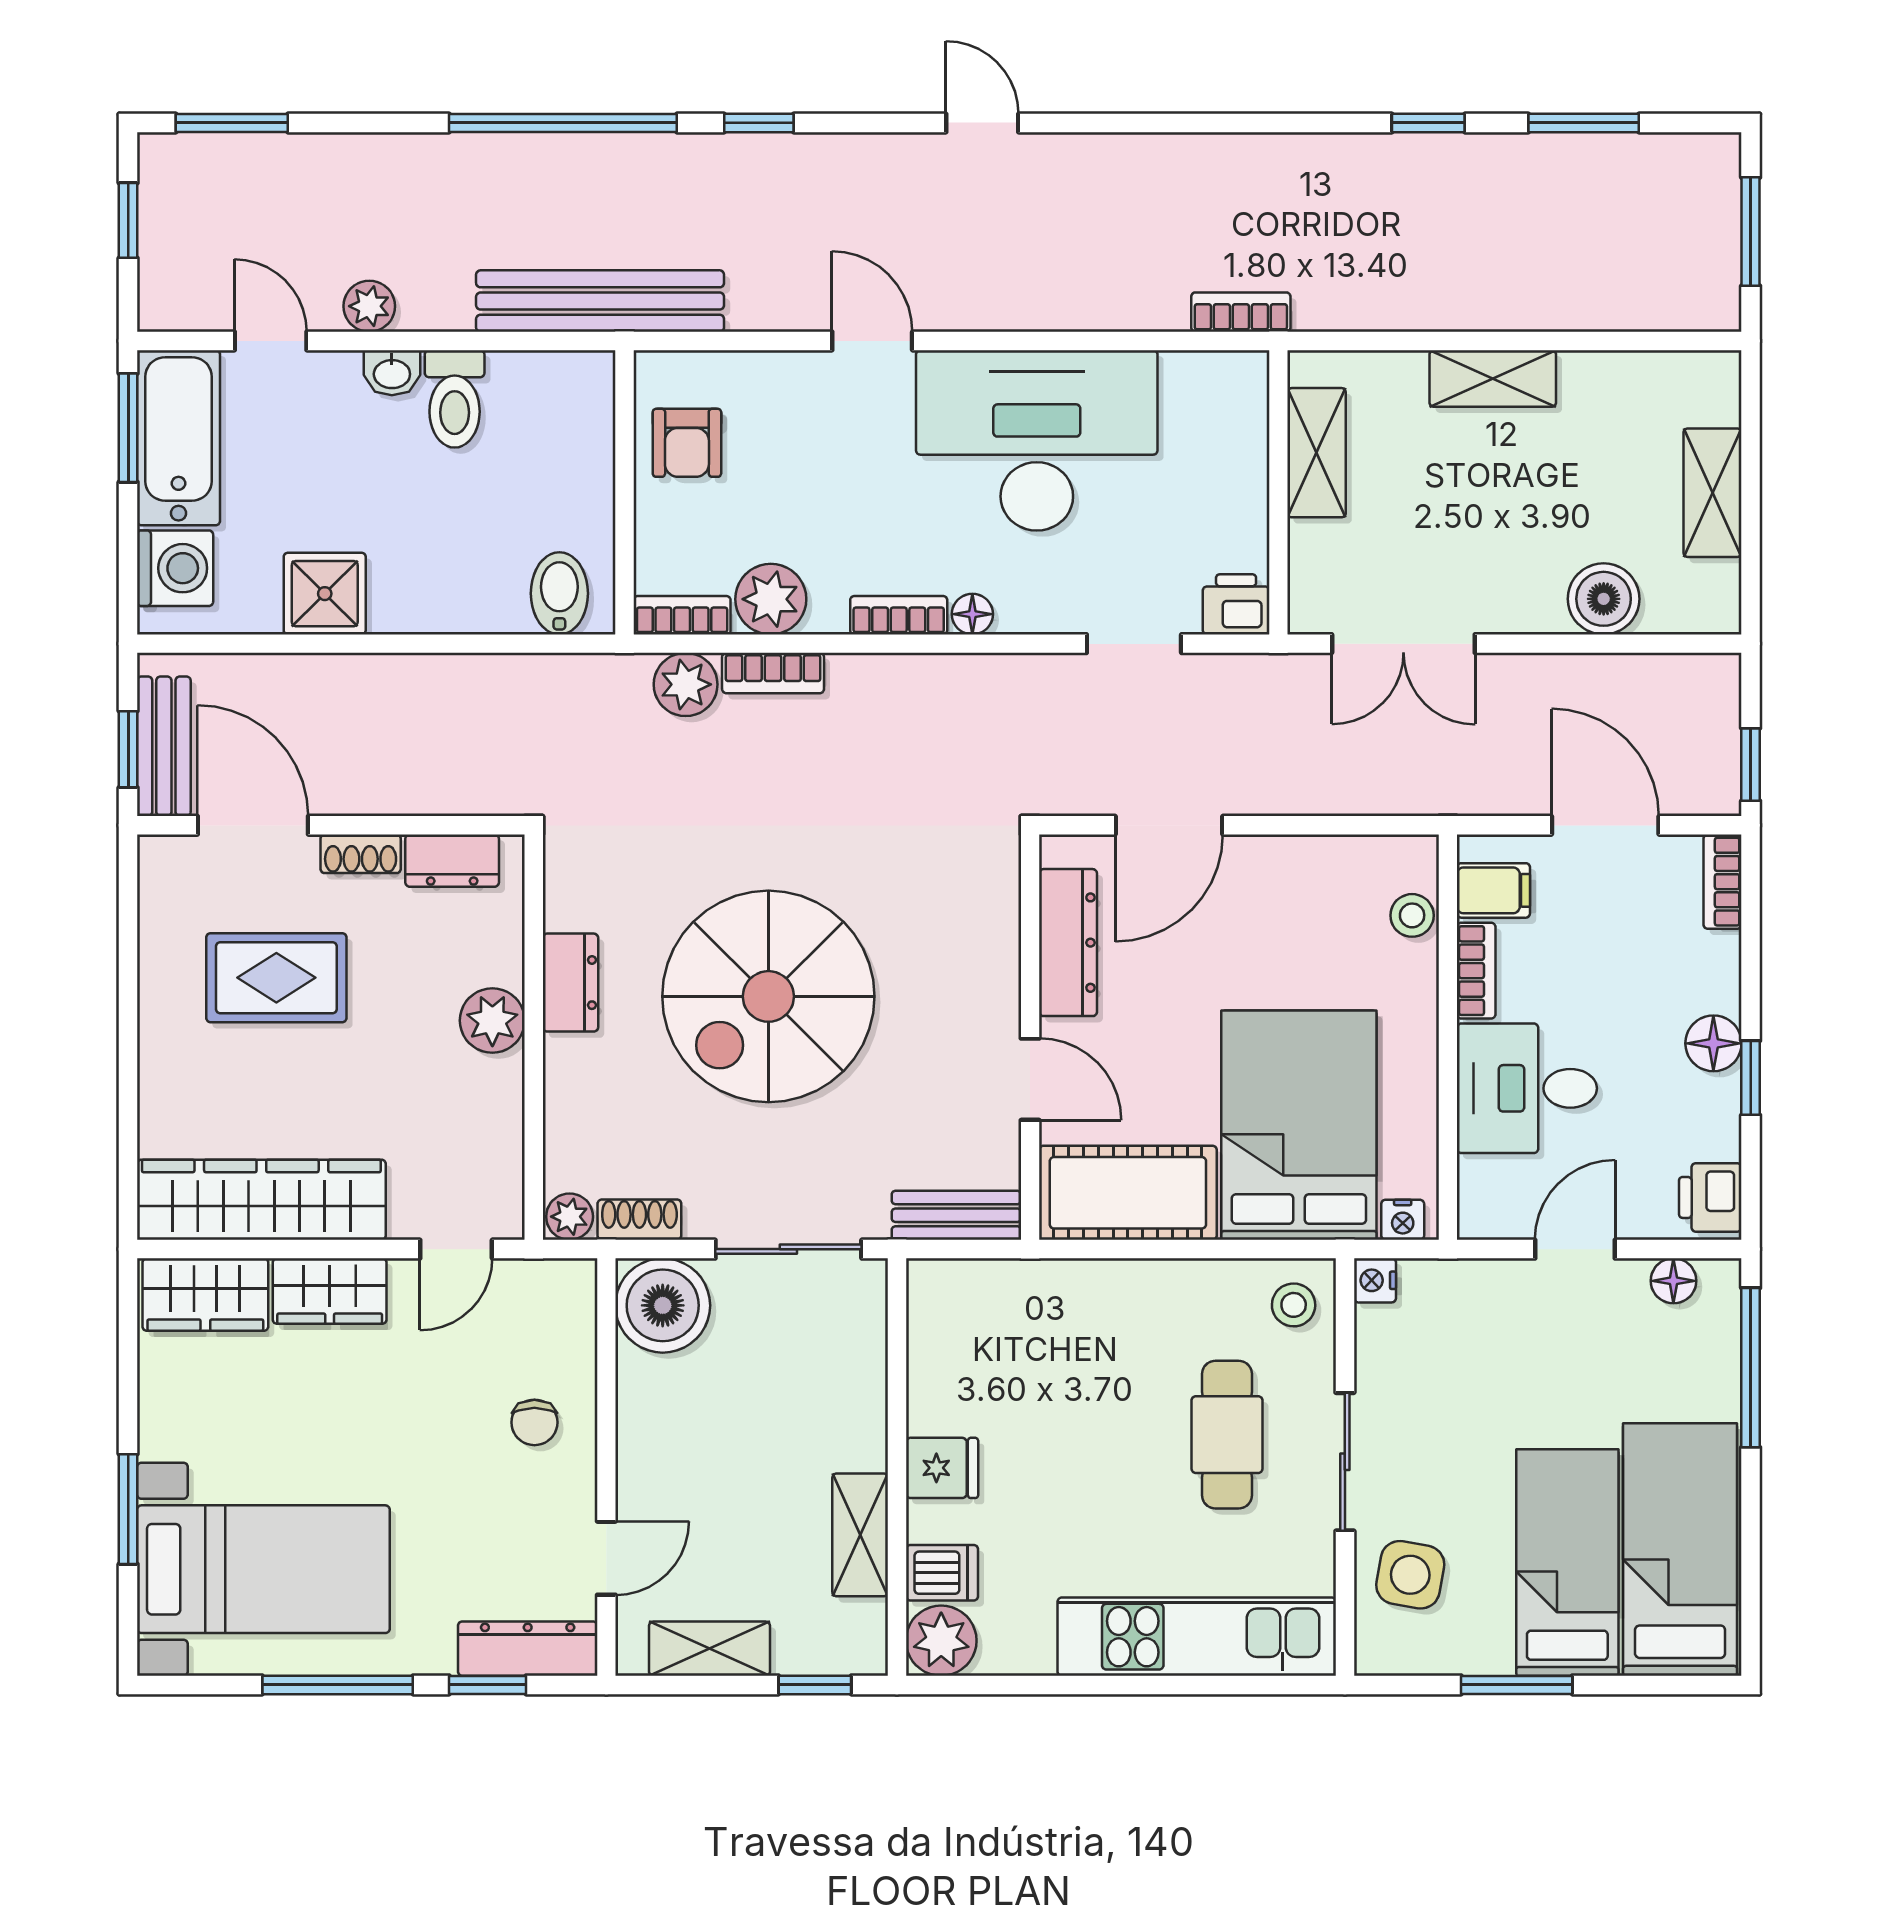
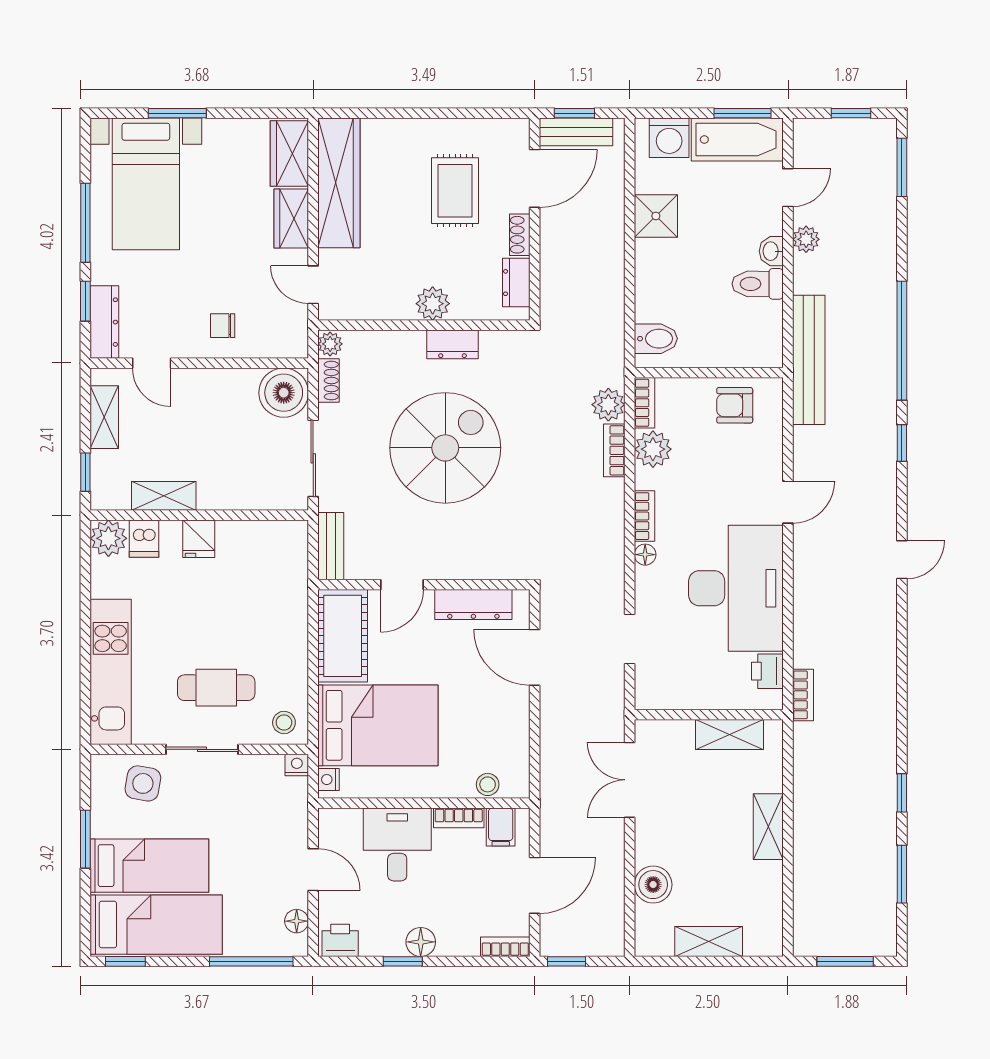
printer: (1236, 604) -> (767, 671), moved, turned 180
spiral stairs: (768, 996) -> (445, 448), turned 90
window: (1751, 1608) -> (125, 961), added

